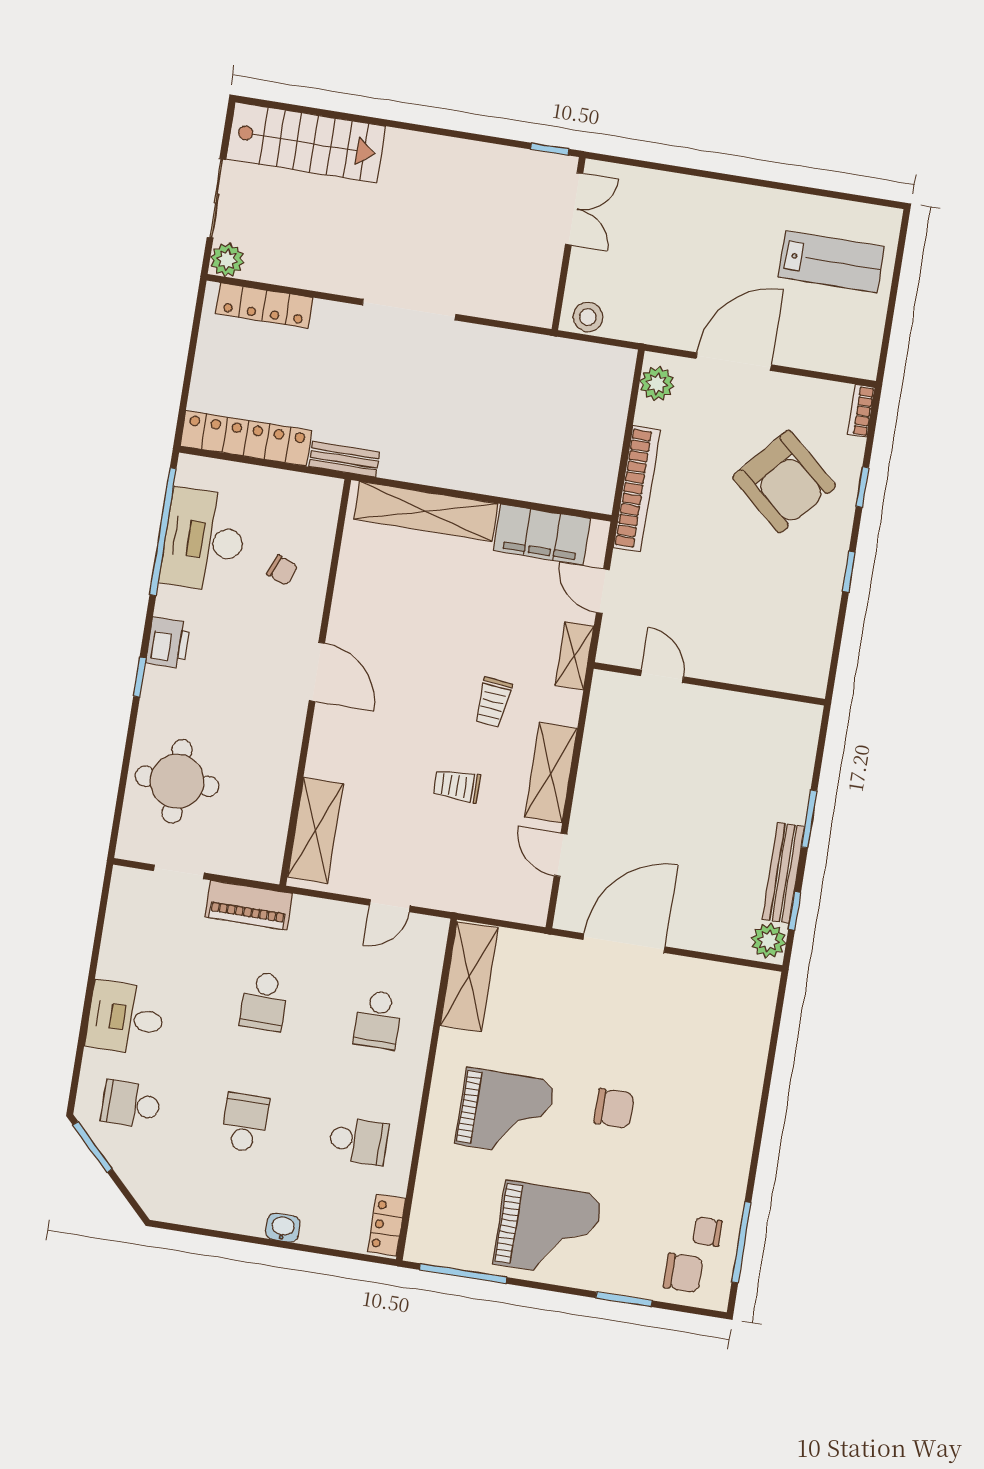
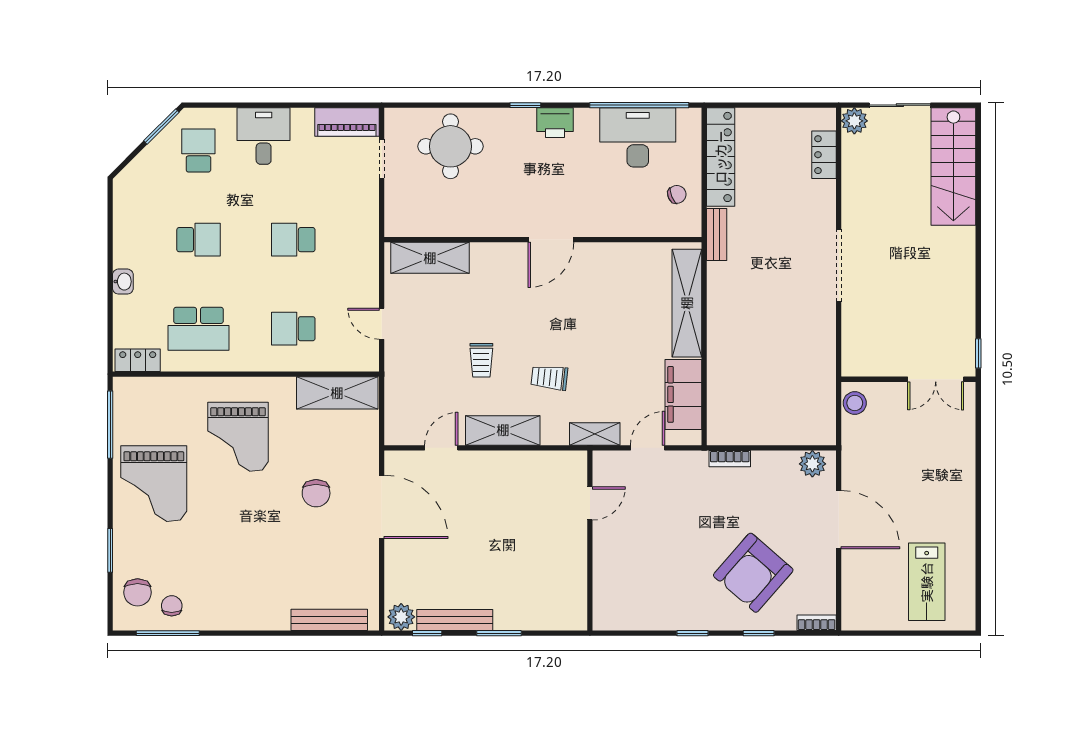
locker: (264, 306) -> (824, 155), width x0.66
bookcase: (637, 489) -> (730, 459), width x0.43, depth x0.76
chair: (282, 570) -> (677, 194), moved, turned -135
trolley: (457, 786) -> (481, 360), turned 180
piano: (249, 905) -> (347, 122), moved, turned -90
bench: (758, 1033) -> (329, 620), added
chair: (614, 1108) -> (316, 493), moved
school desk: (359, 1141) -> (198, 329), width x1.85

